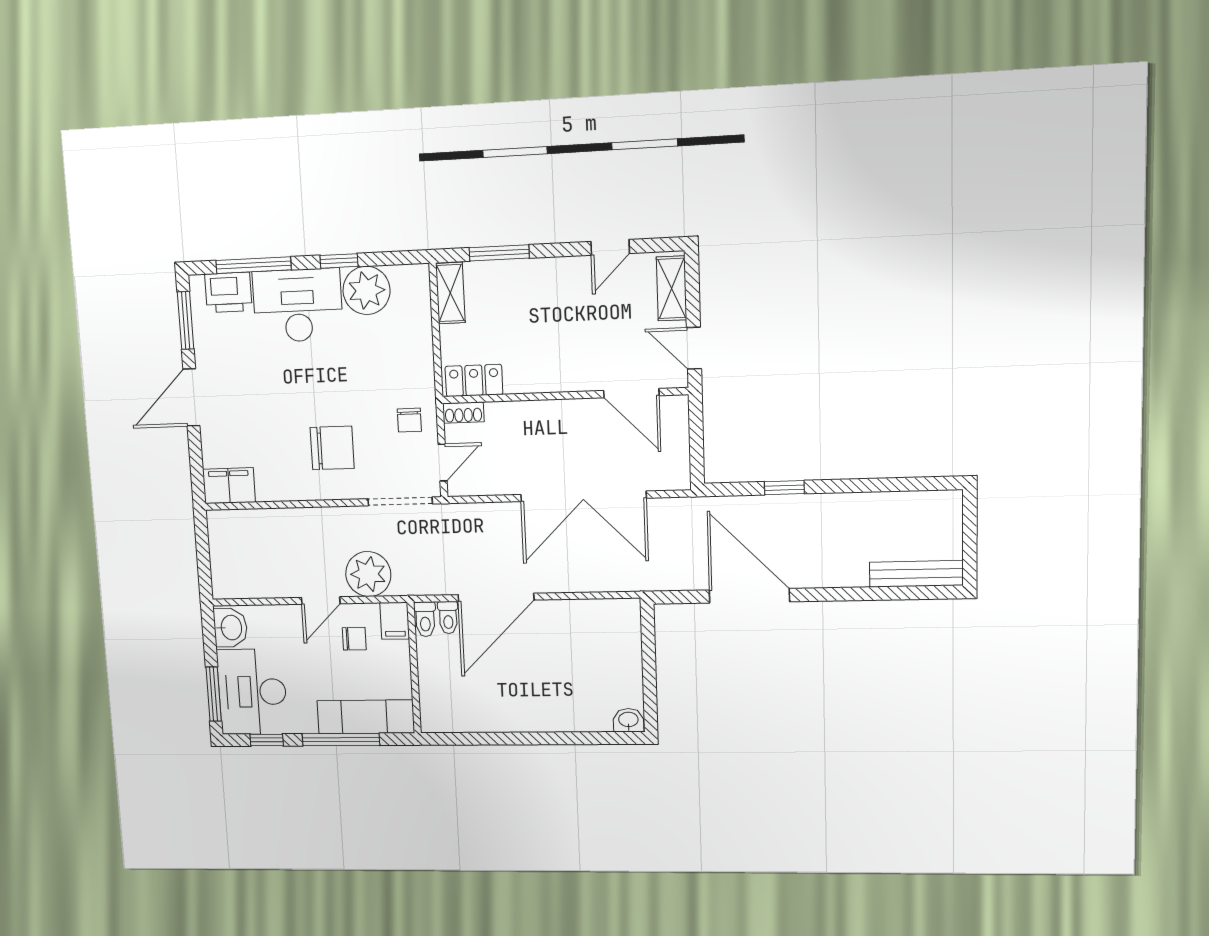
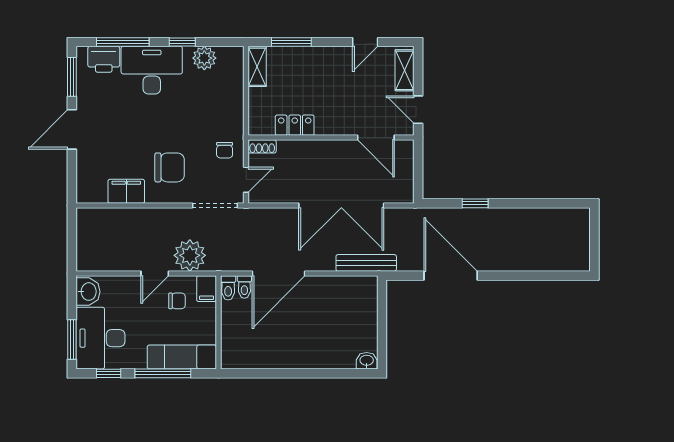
plant: (366, 290) -> (204, 58), width x0.73, depth x0.73
locker: (474, 380) -> (295, 125), moved
filing cabinet: (229, 486) -> (126, 191), moved
bench: (916, 574) -> (366, 263), moved

